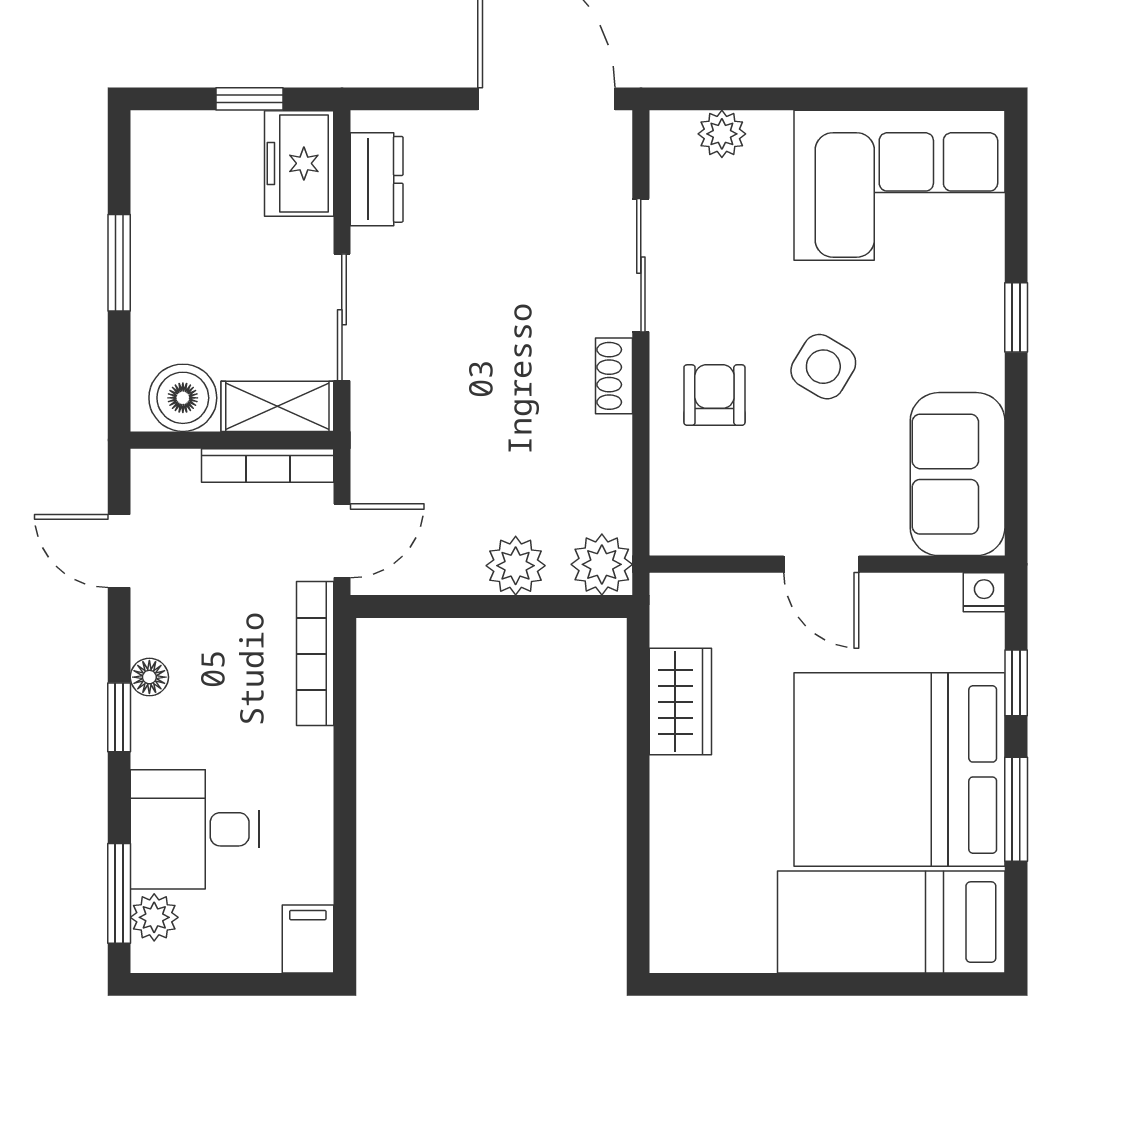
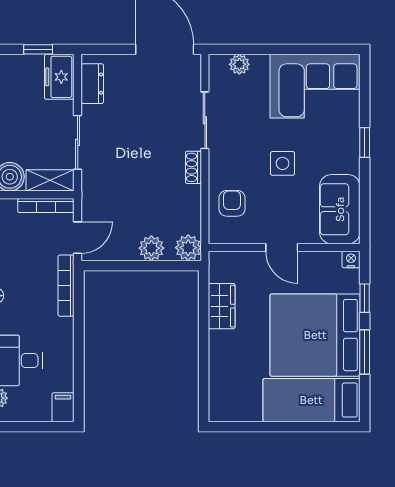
side table: (823, 367) -> (283, 163), turned -31
armchair: (714, 395) -> (232, 203), moved

